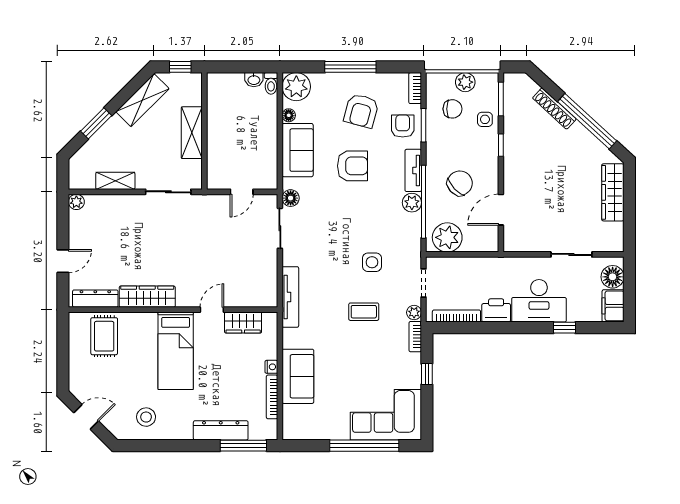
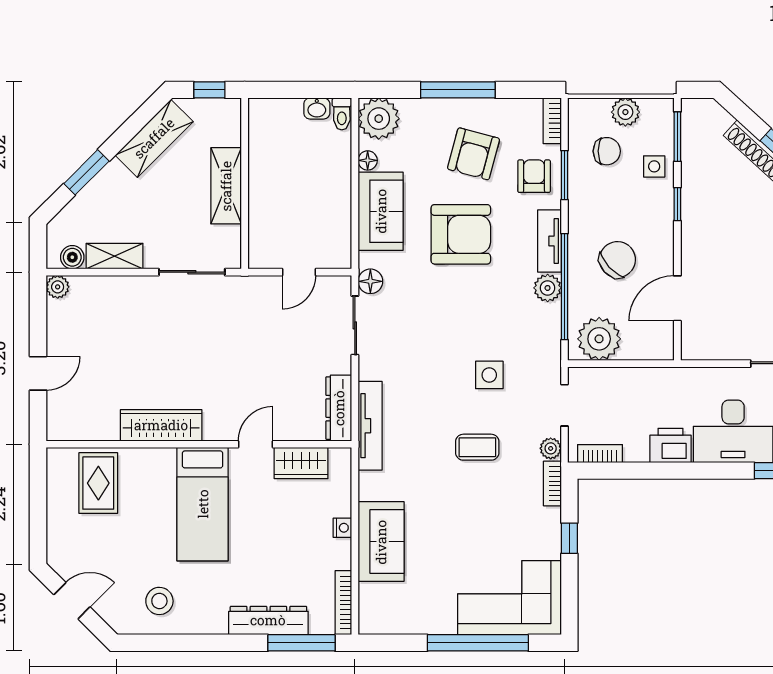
armchair: (352, 166) -> (461, 234), width x1.36, depth x1.36
boiler: (86, 182) -> (72, 257), added
dresser: (95, 299) -> (339, 408), moved, turned -90
bookcase: (456, 316) -> (600, 454), width x0.64
bookcase: (272, 397) -> (343, 603), moved

